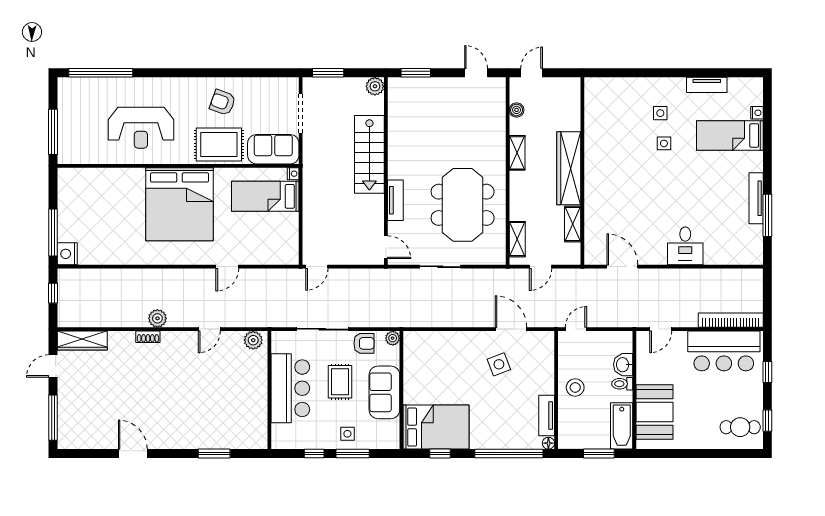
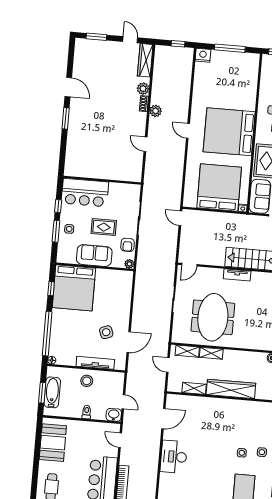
shelving: (517, 153) -> (211, 353), moved
bed: (265, 196) -> (219, 188), width x2.04
tv unit: (395, 200) -> (237, 275), moved
meeting table: (463, 205) -> (213, 317), turned 90
window: (53, 232) -> (230, 48), moved
desk: (685, 246) -> (174, 457), width x1.37
door: (227, 267) -> (188, 131), moved
door: (576, 329) -> (123, 402), moved
plant: (253, 340) -> (143, 89), moved
washbasin: (623, 365) -> (114, 415), moved
bar counter: (290, 388) -> (85, 193), moved
booth: (655, 412) -> (53, 443), moved, turned 90
tv unit: (547, 415) -> (95, 363), moved, width x1.41
window: (53, 418) -> (96, 37), width x0.69
bathtub: (622, 426) -> (52, 392), moved, turned 90
bed: (436, 427) -> (74, 288), width x1.36
door: (133, 454) -> (68, 87), hinge flipped
window: (214, 454) -> (66, 118), moved

